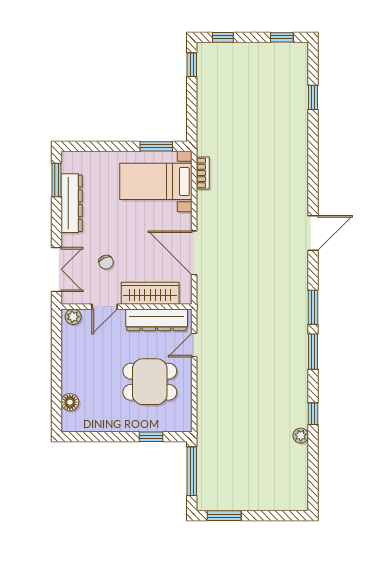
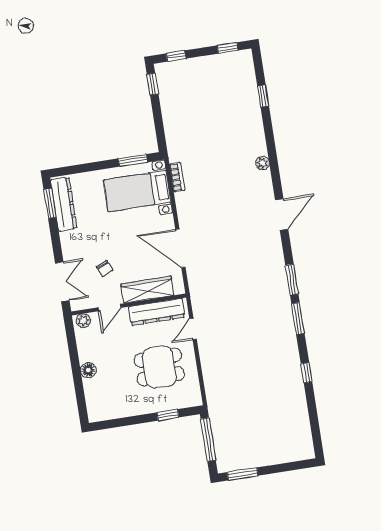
dresser: (72, 203) -> (64, 204), moved
floor lamp: (70, 402) -> (88, 370), moved
plant: (301, 436) -> (263, 163), moved

